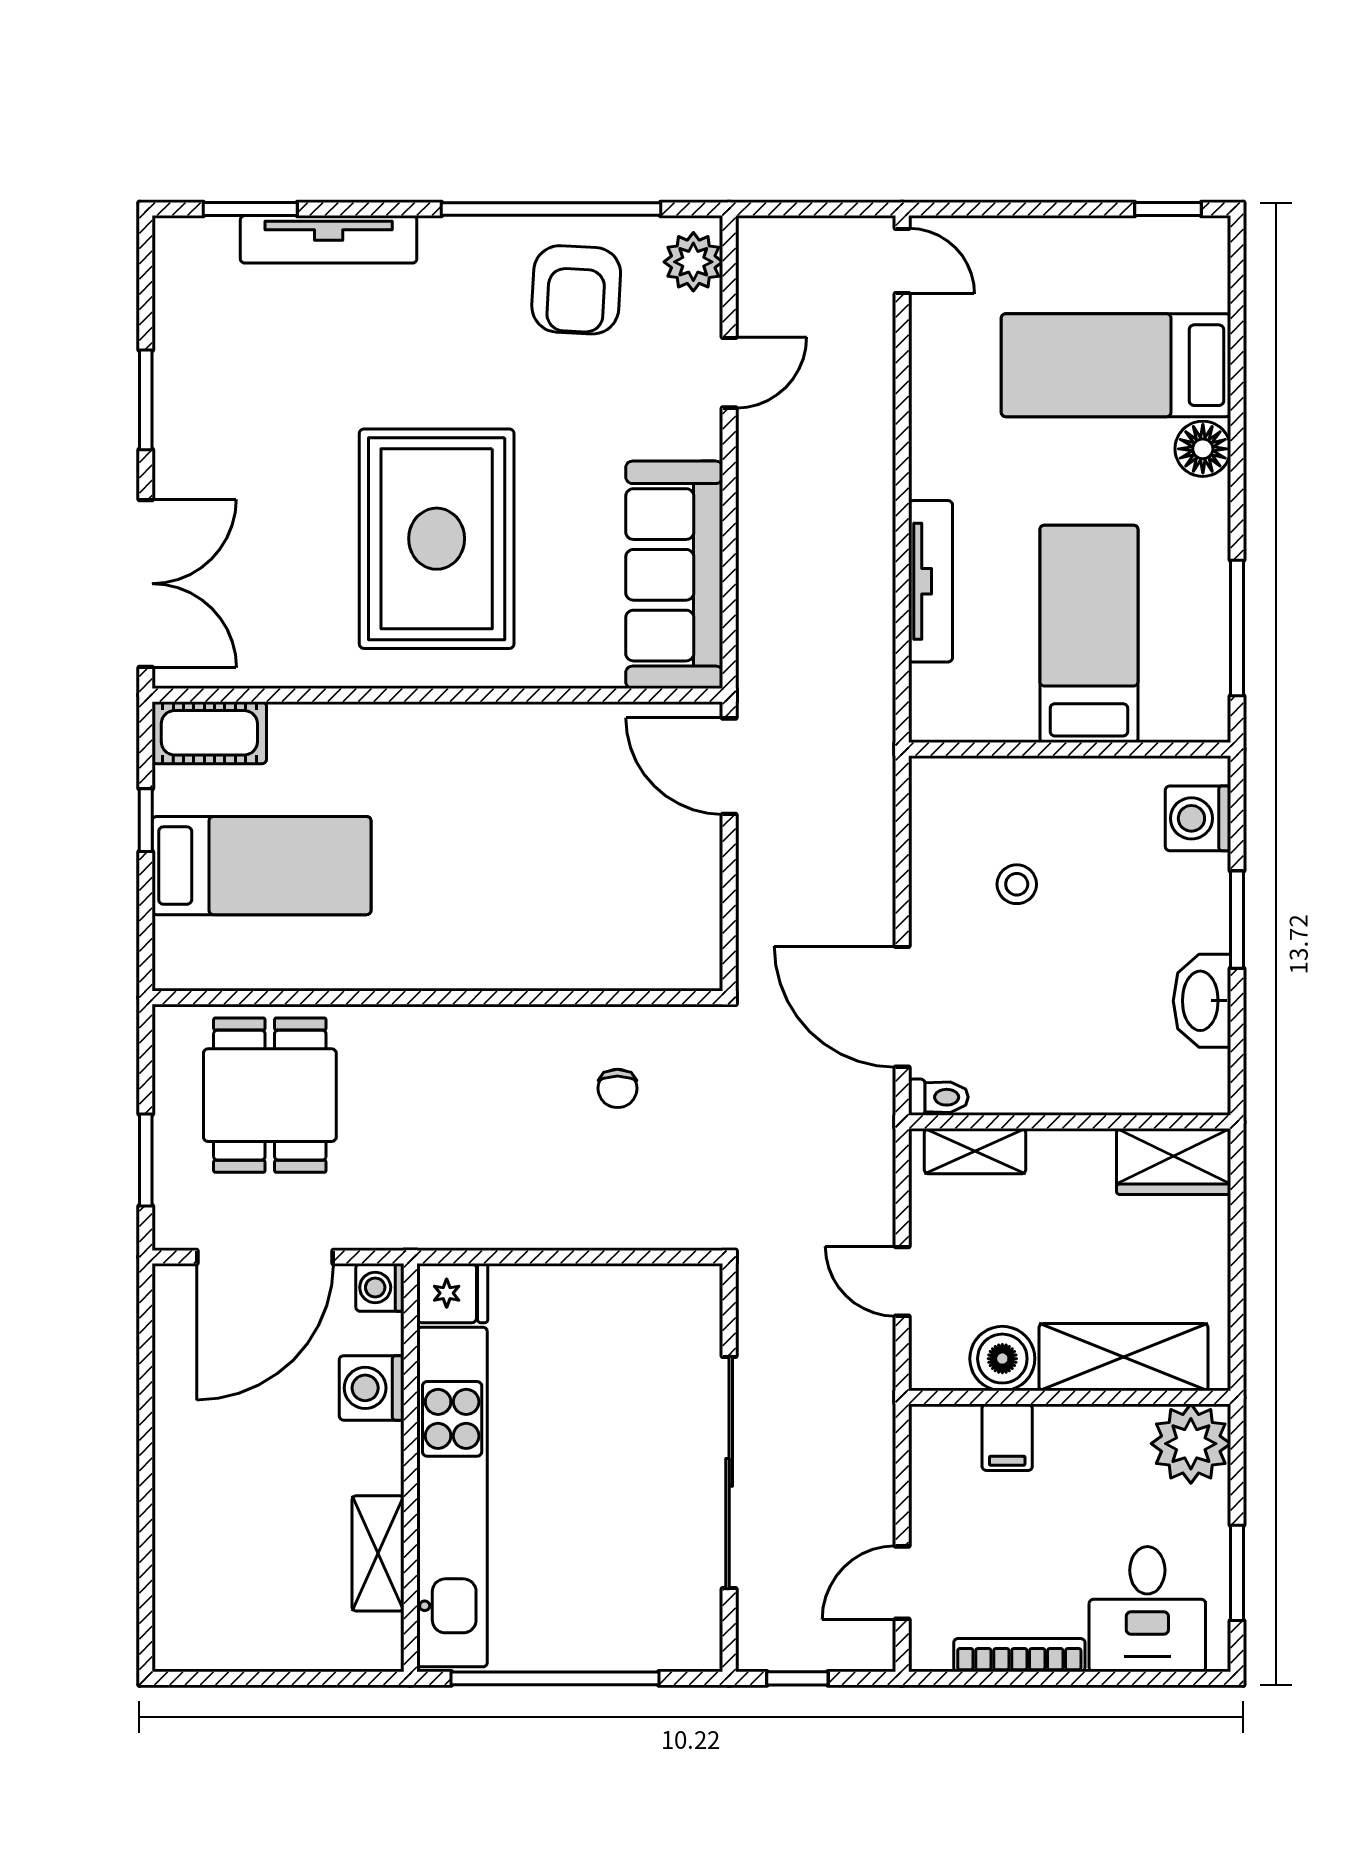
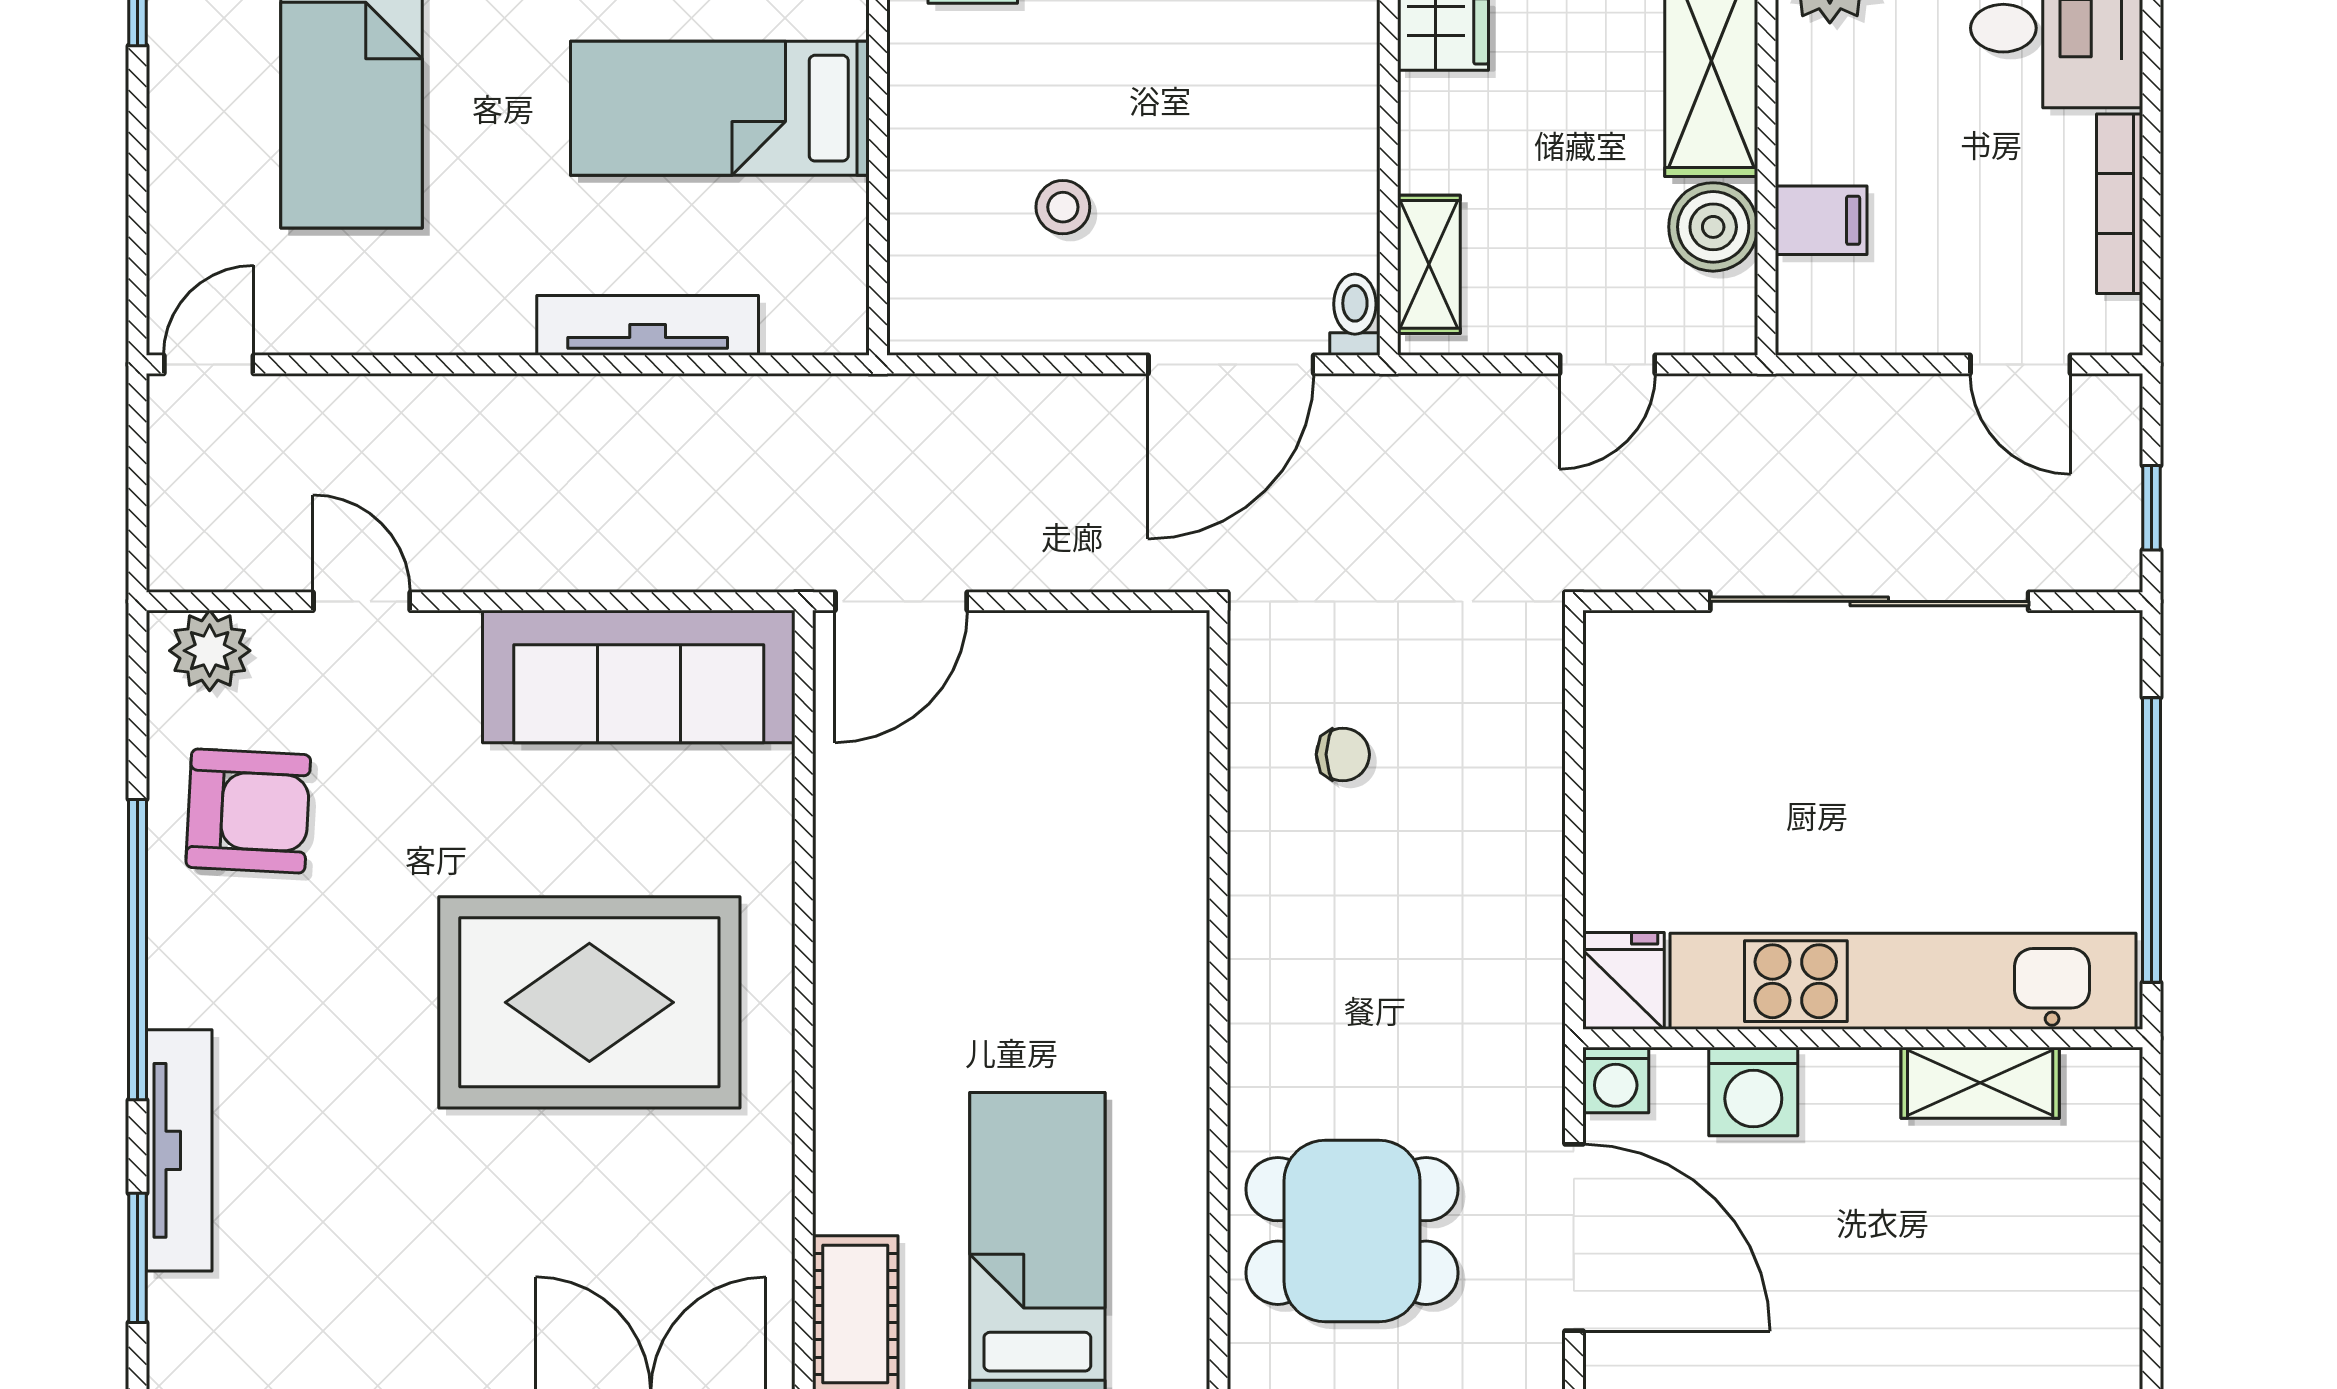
window: (551, 209) -> (137, 950), moved

